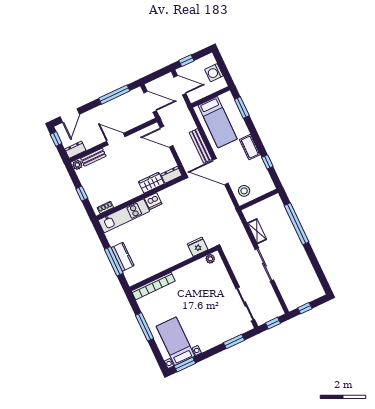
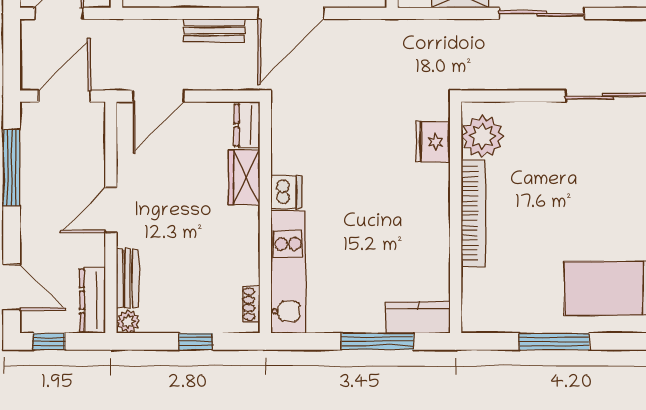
bench: (201, 146) -> (214, 31), width x0.73
dresser: (75, 150) -> (93, 300), width x1.44
kitchen counter: (123, 257) -> (418, 317), moved
plant: (210, 259) -> (482, 136), width x1.88, depth x1.88
bookcase: (153, 286) -> (473, 213), moved

